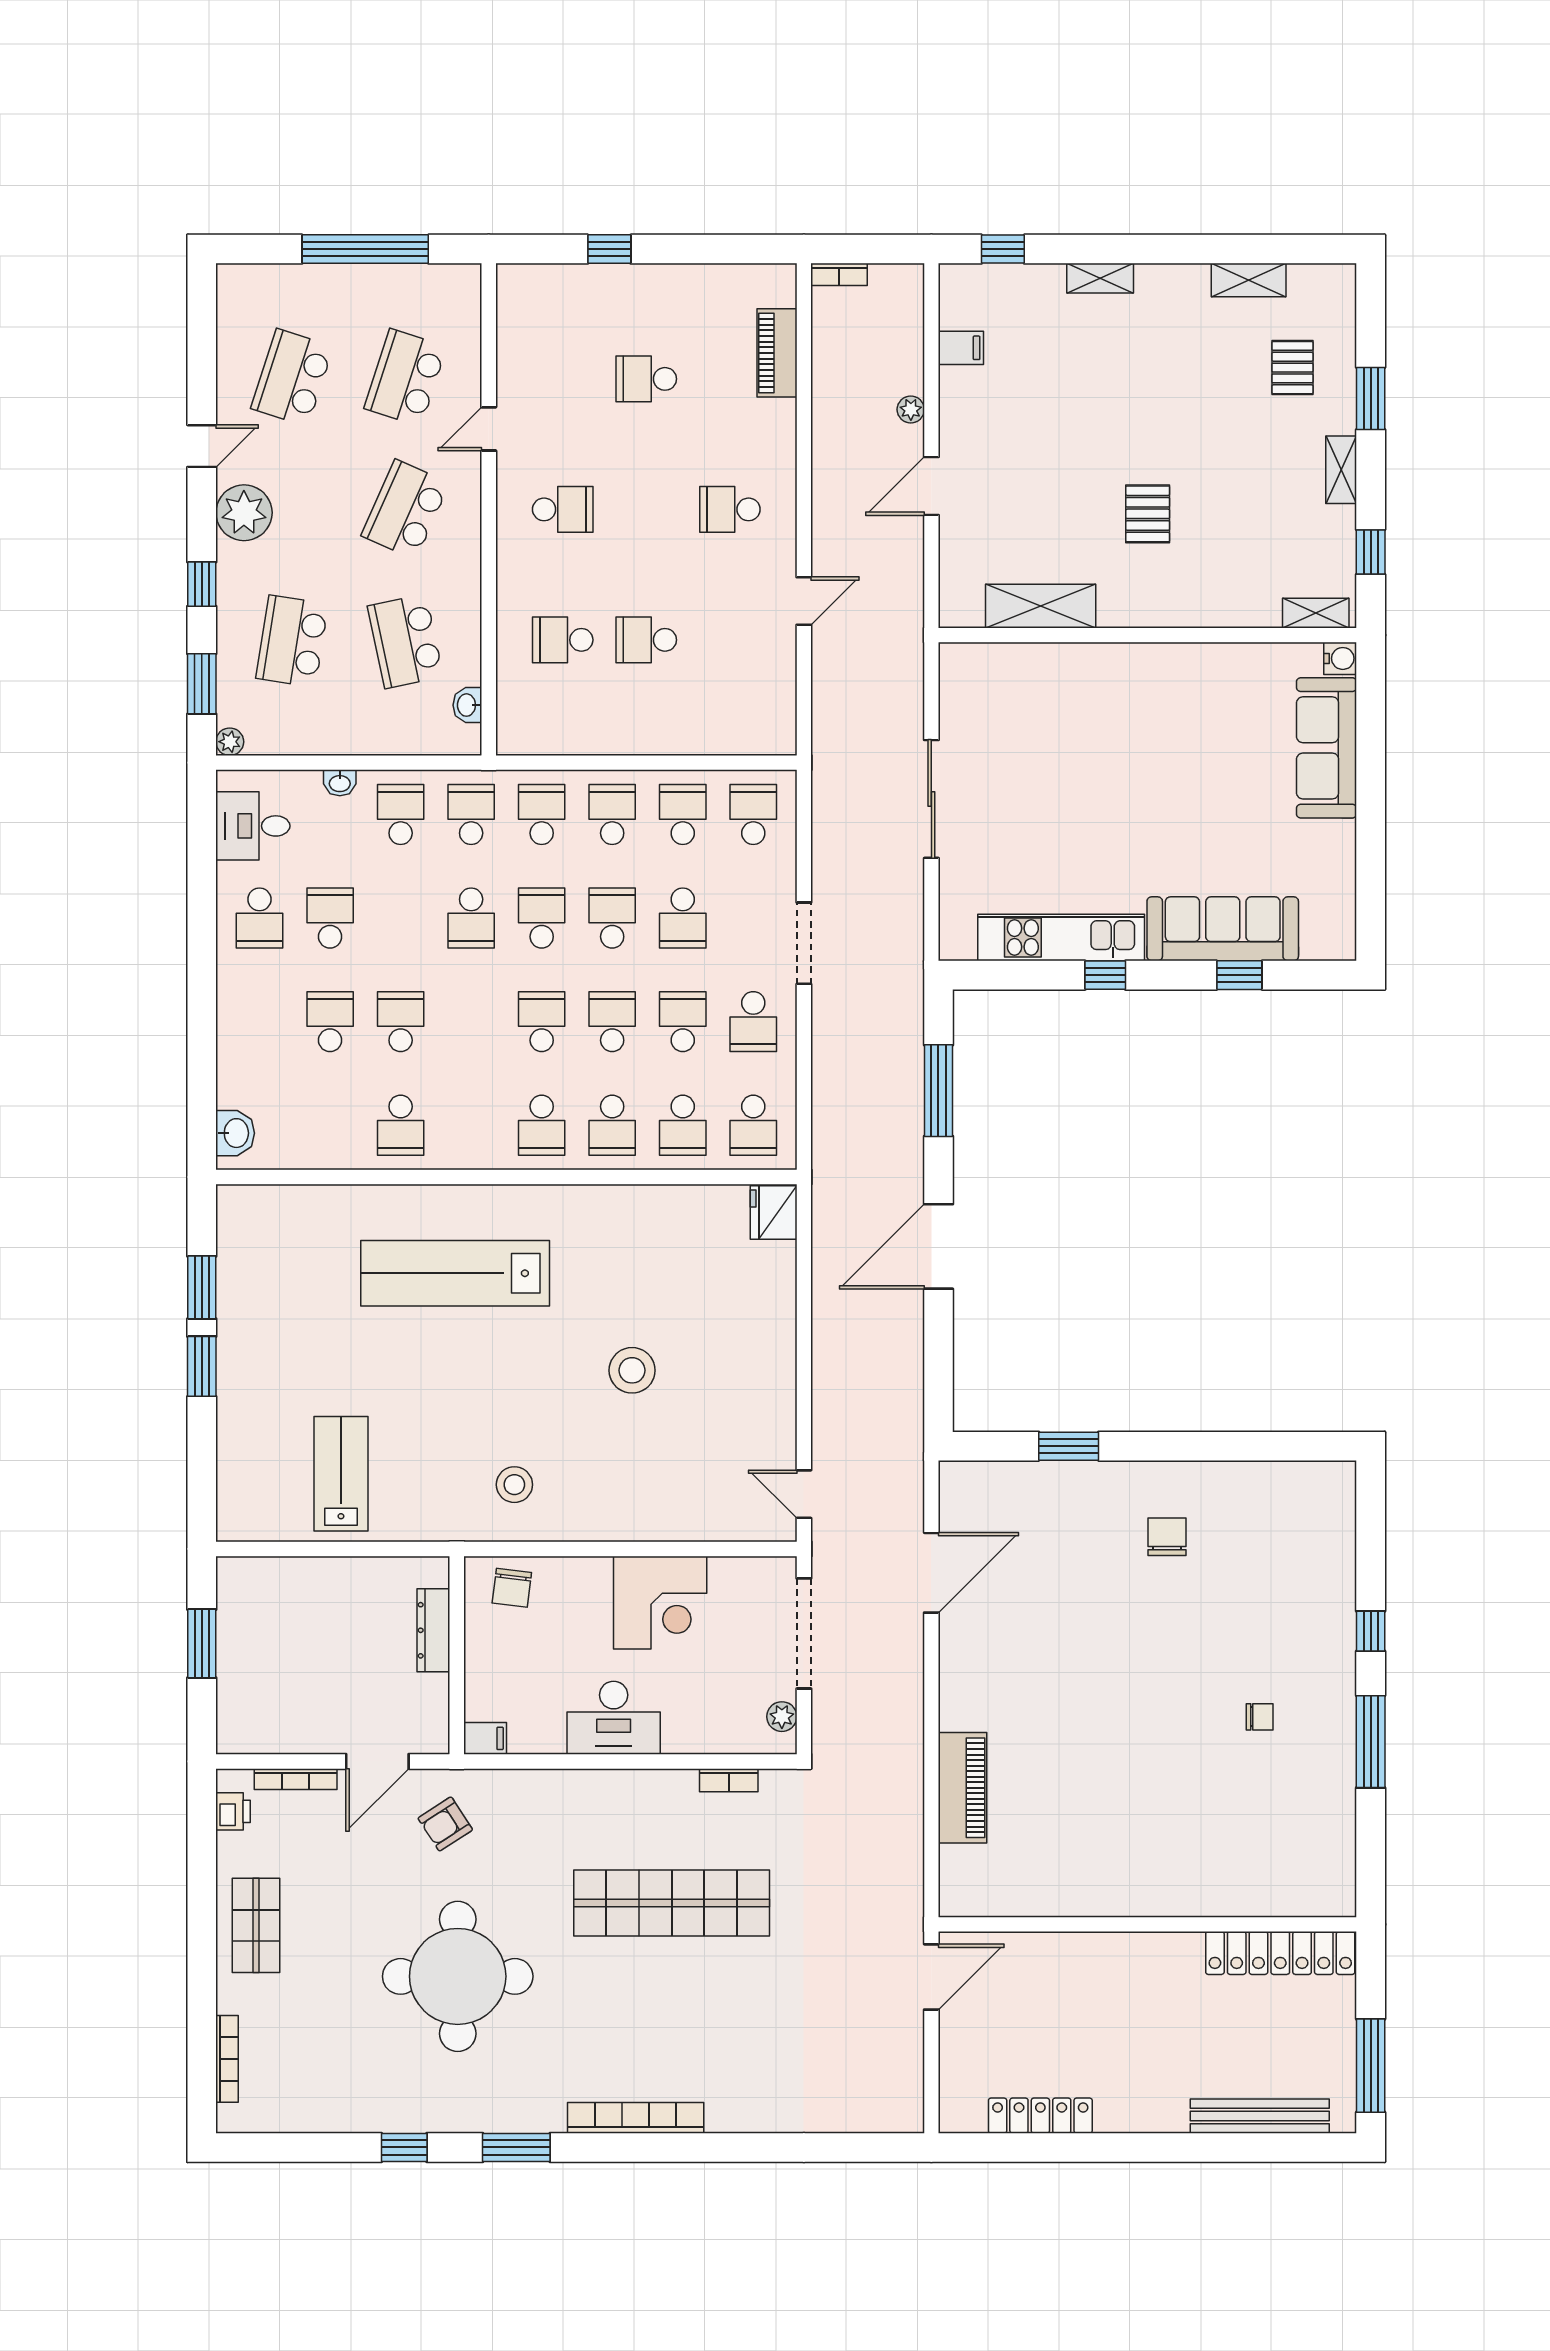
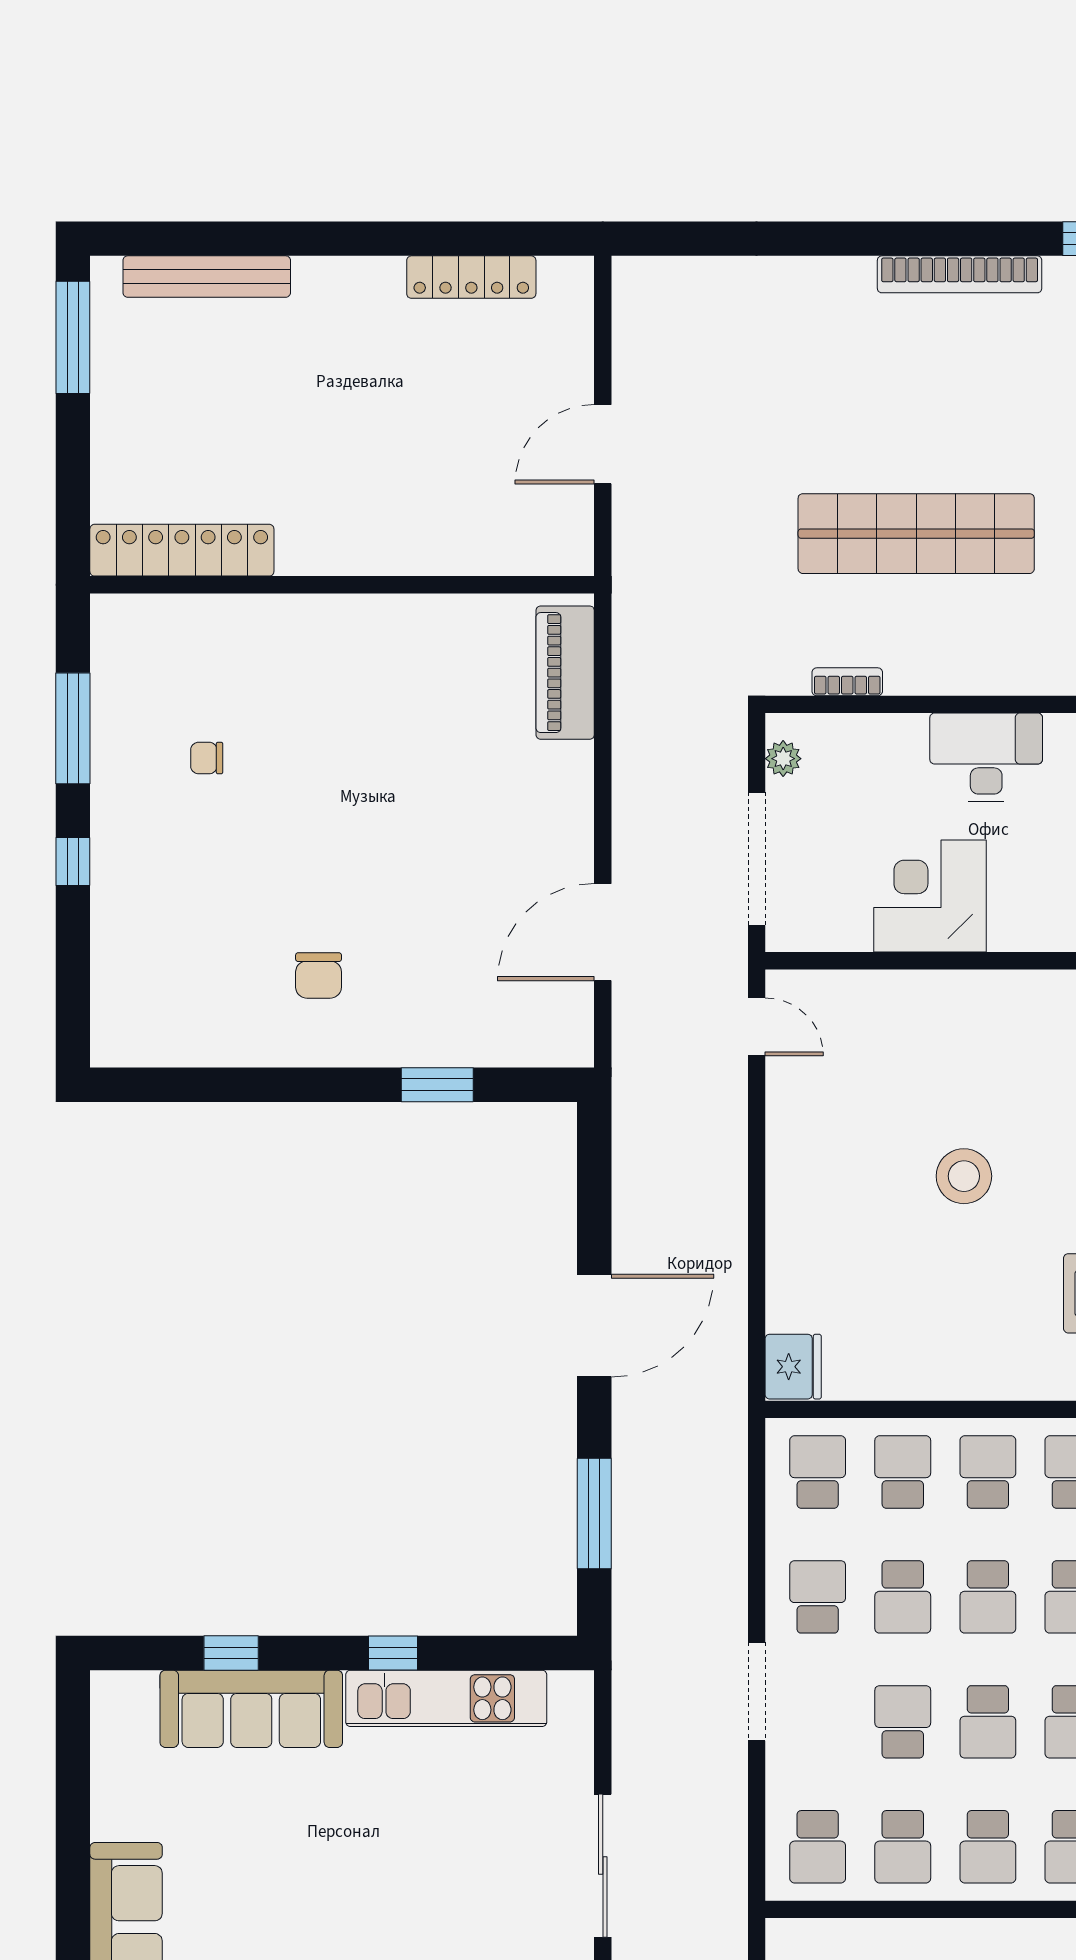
wall: (1147, 1924) -> (342, 585), moved
locker: (1280, 1953) -> (182, 550), moved

